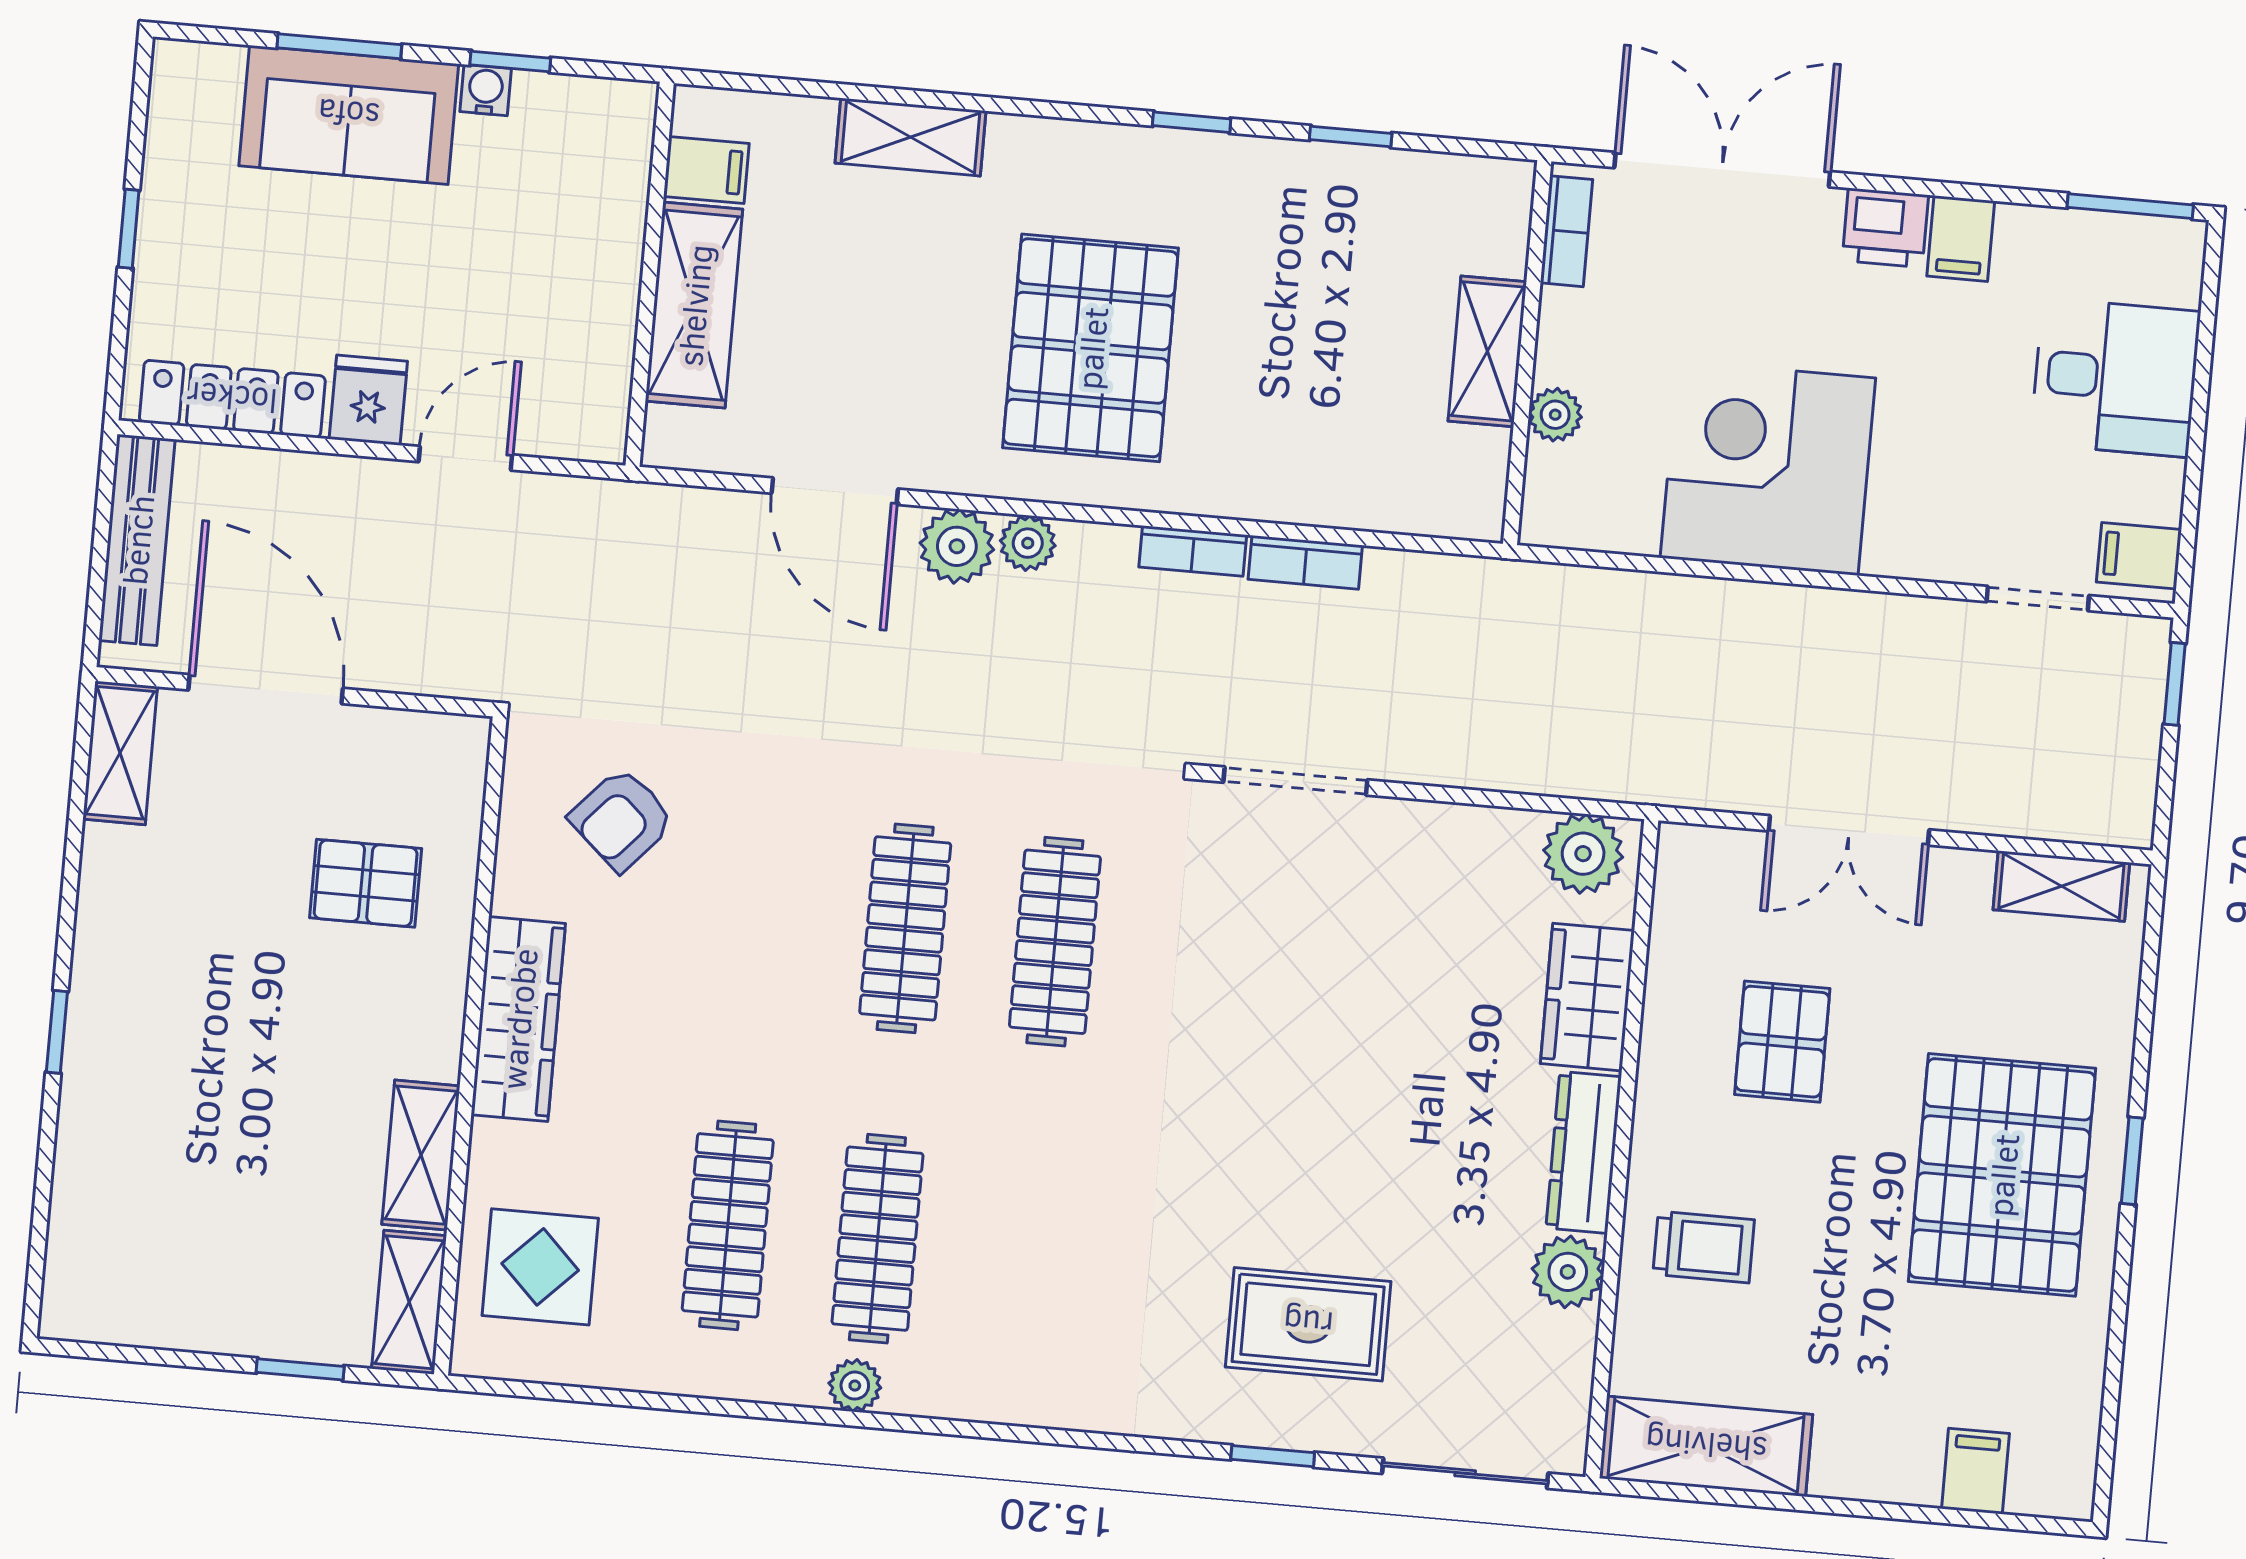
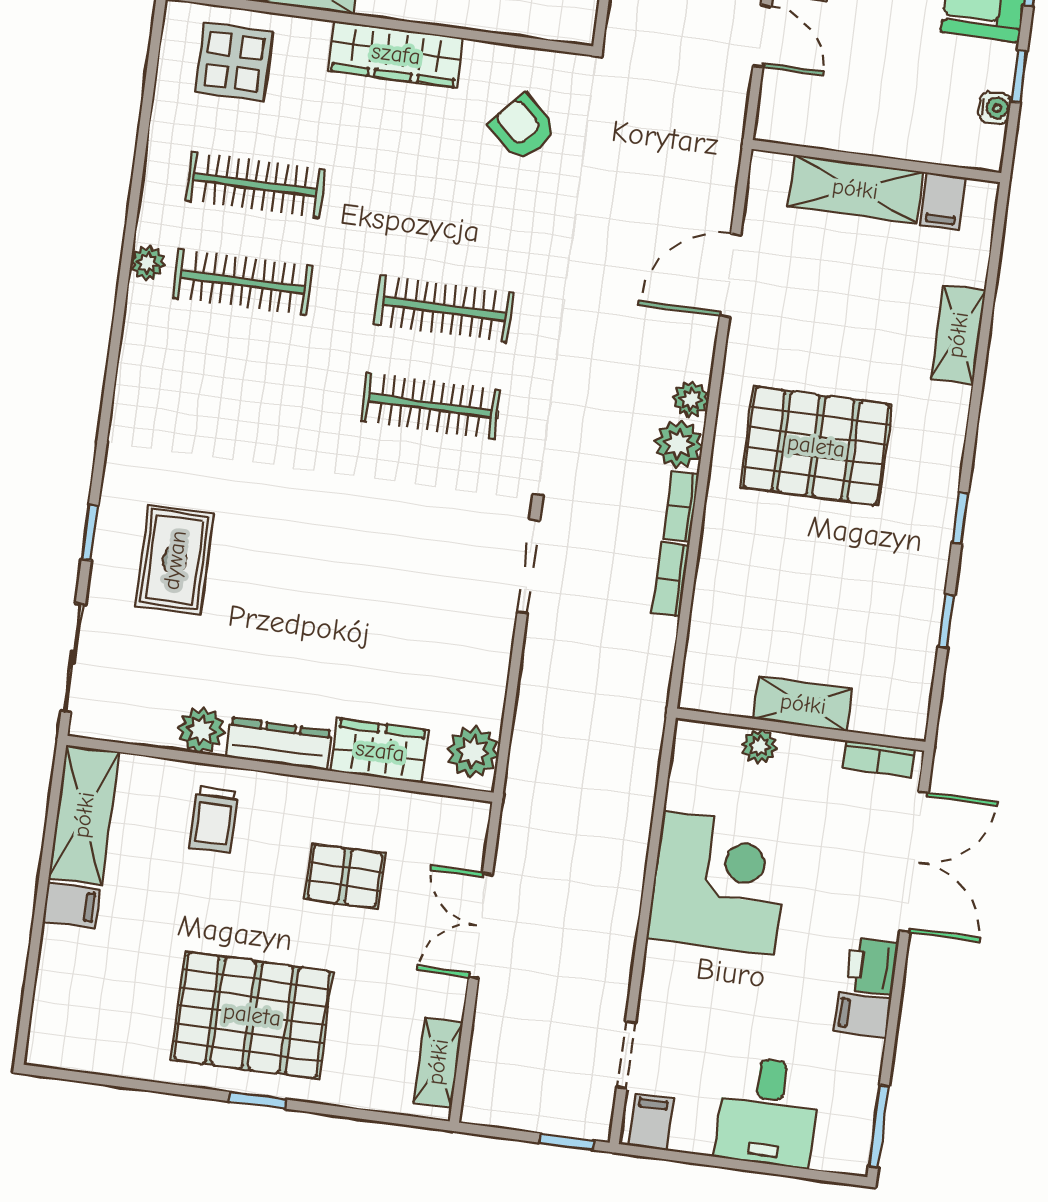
water cooler: (486, 90) -> (995, 108), moved
plant: (957, 546) -> (679, 444), moved
filing cabinet: (1975, 1471) -> (71, 905), moved

